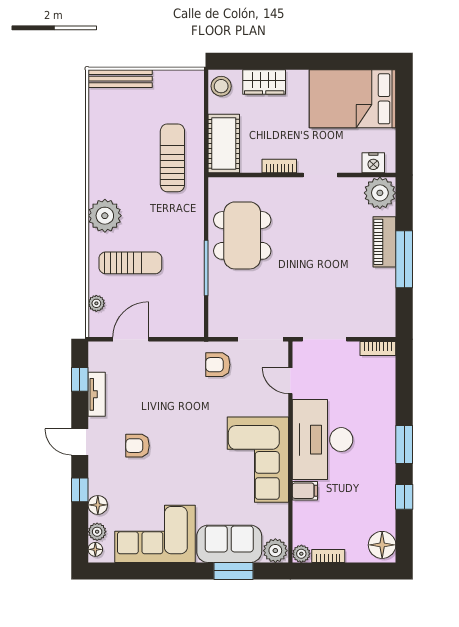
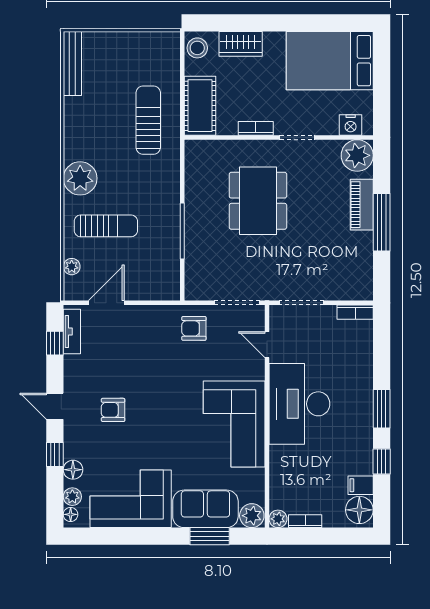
bench: (120, 79) -> (72, 64), moved, turned 90
dining table: (242, 235) -> (258, 201), moved
tv unit: (97, 394) -> (72, 331), moved
filing cabinet: (305, 491) -> (361, 485), moved, turned 180

